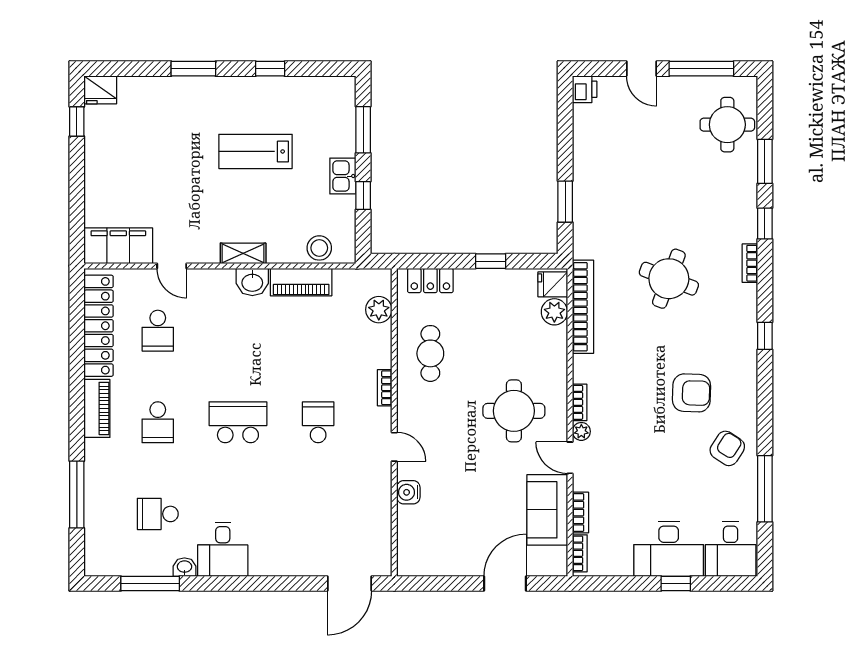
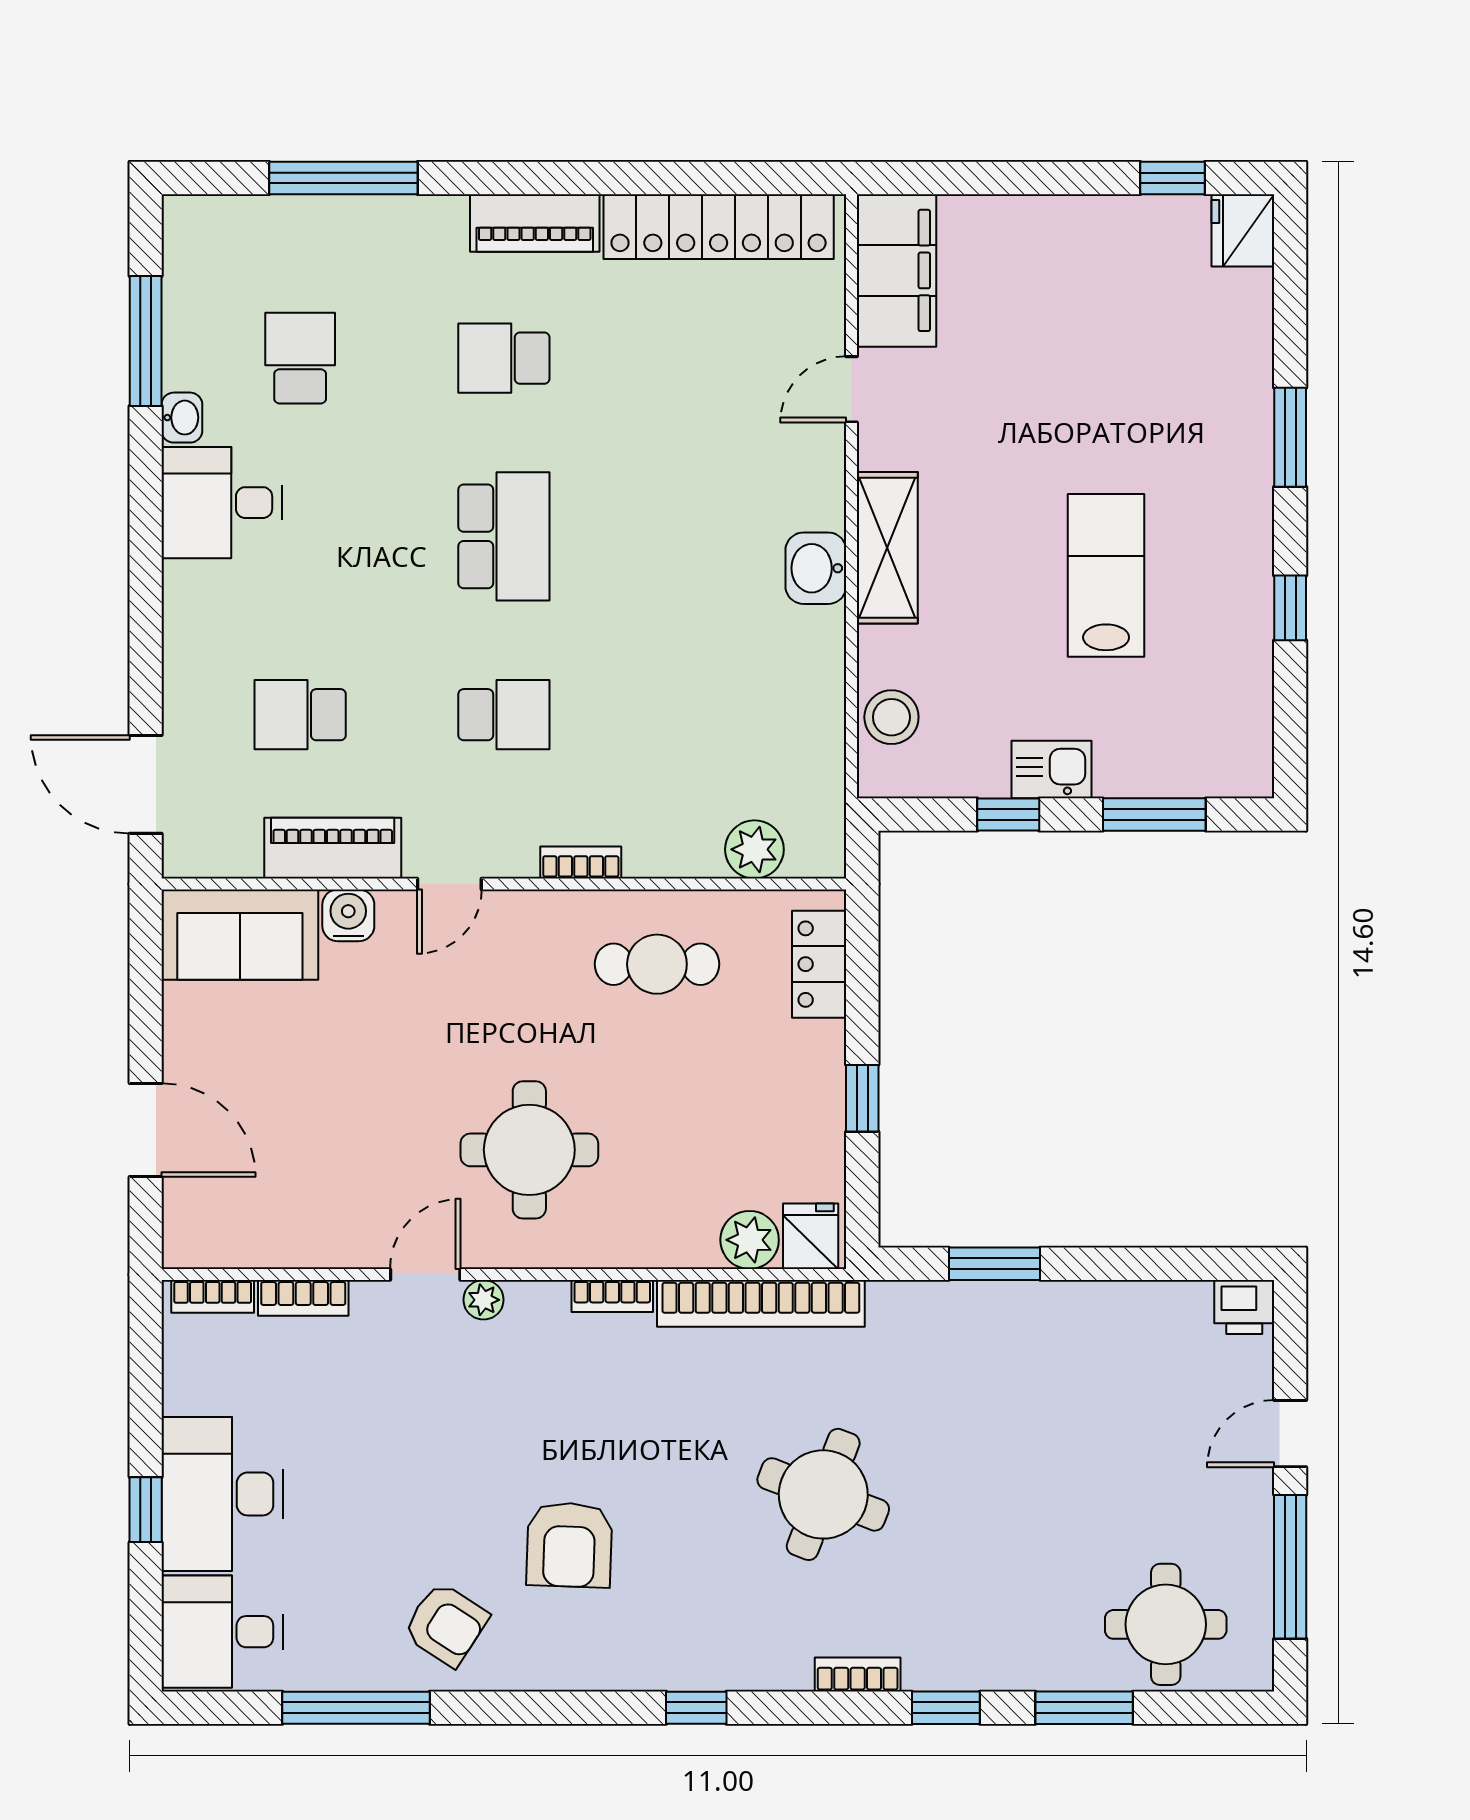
shelving: (243, 253) -> (887, 548), width x1.50, depth x1.33
piano: (301, 282) -> (333, 848), moved, turned 90
school desk: (158, 331) -> (300, 715), moved
bookcase: (580, 402) -> (612, 1296), moved
sofa: (547, 510) -> (240, 935), moved, turned 180

